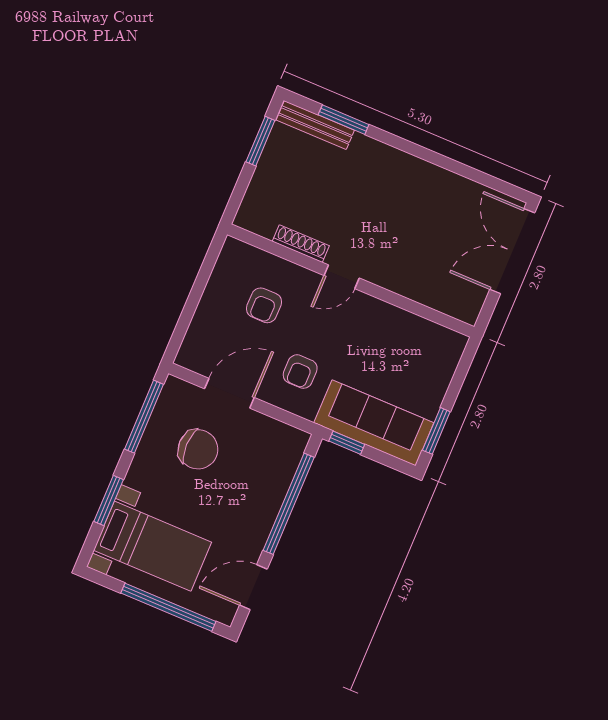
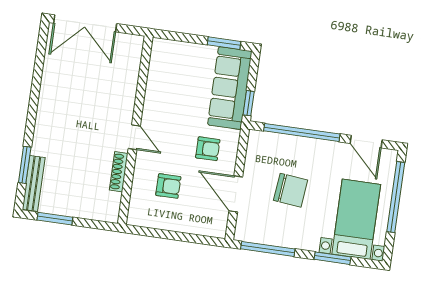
chair: (198, 449) -> (291, 190), moved, turned 96

